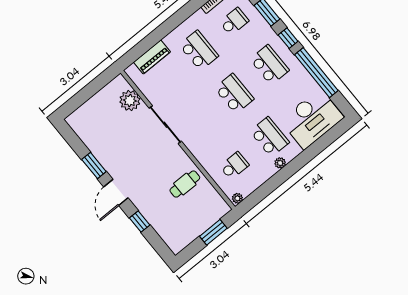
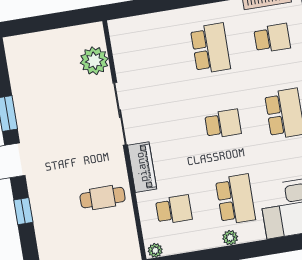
piano: (152, 57) -> (142, 167), moved, turned -90
school desk: (234, 94) -> (223, 124), width x0.54

